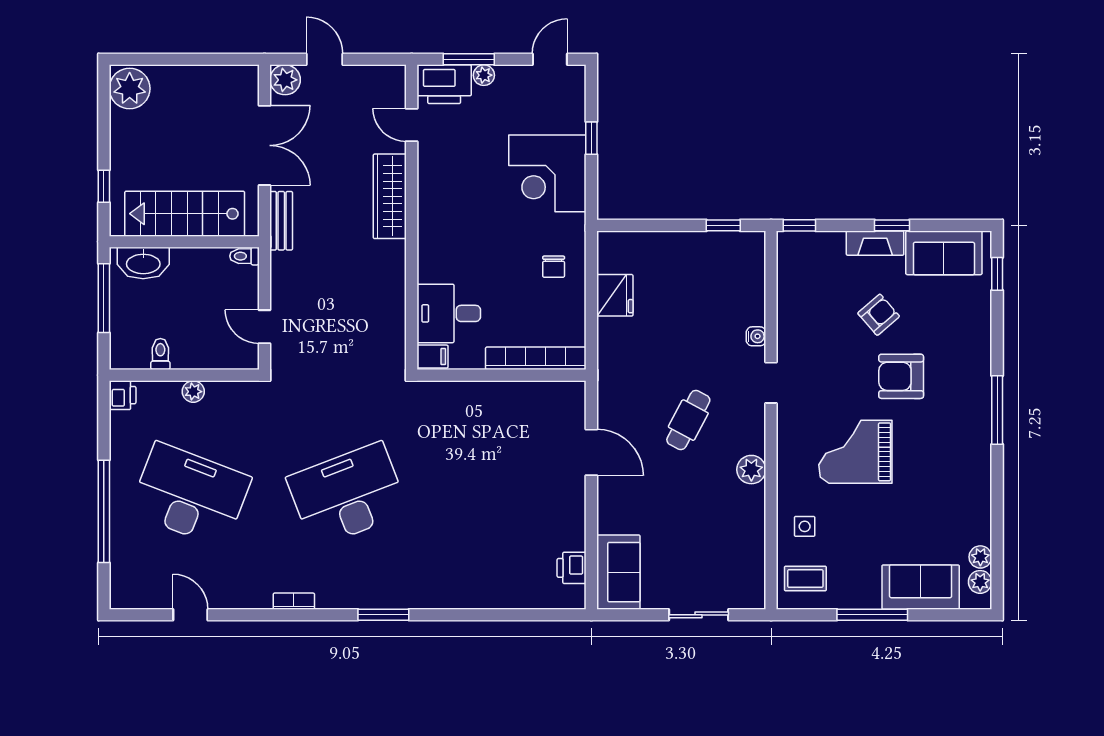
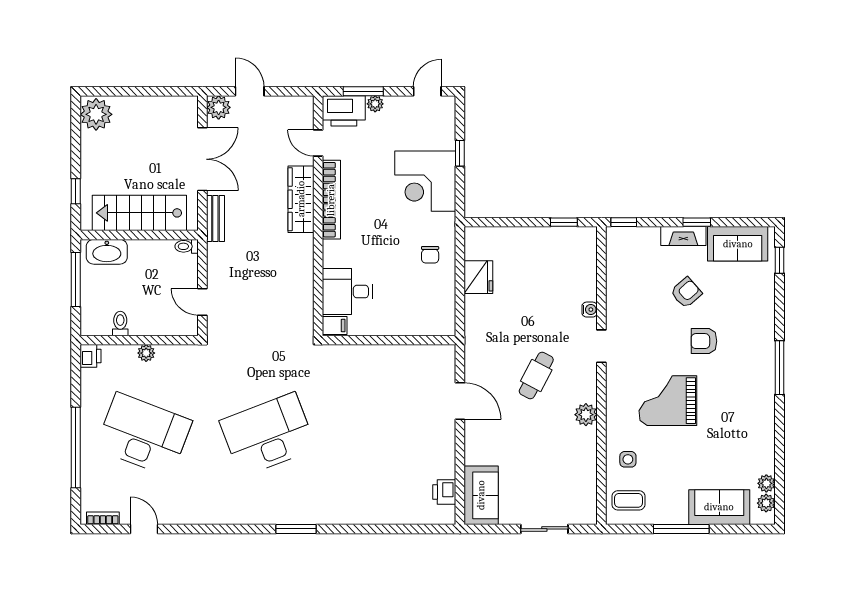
bookcase: (536, 358) -> (331, 200), moved, turned 90
armchair: (901, 376) -> (704, 341), width x0.72, depth x0.72
bookcase: (294, 601) -> (103, 518), moved

